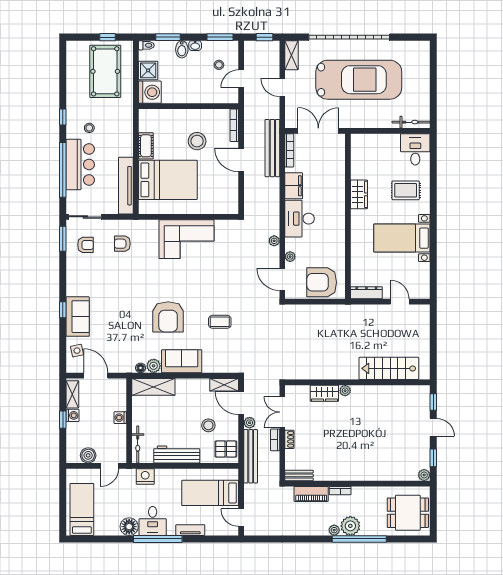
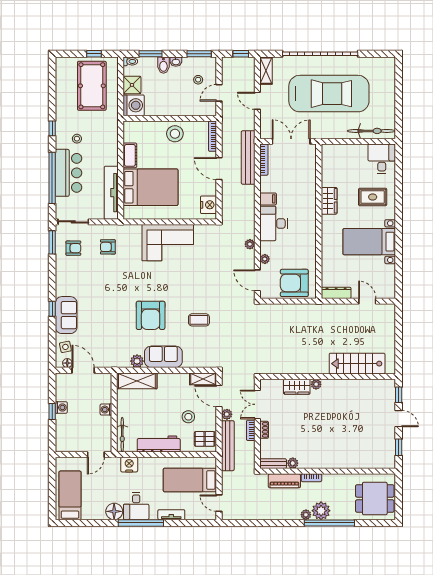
bicycle: (411, 122) -> (371, 131), width x1.37, depth x1.40
stool: (197, 141) -> (175, 134), moved
filing cabinet: (294, 186) -> (268, 199), width x0.50
nightstand: (230, 199) -> (208, 205), added
floor lamp: (141, 368) -> (67, 363), moved
shelving: (72, 394) -> (61, 388), removed
boiler: (88, 455) -> (76, 445), removed
plant: (424, 475) -> (293, 463), moved

